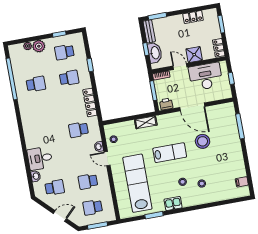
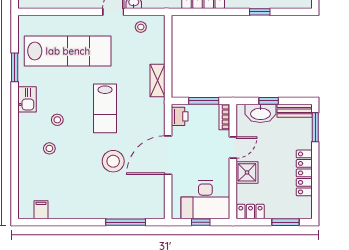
locker: (193, 17) -> (304, 173), width x1.53
desk: (206, 77) -> (205, 200), moved, turned 90

